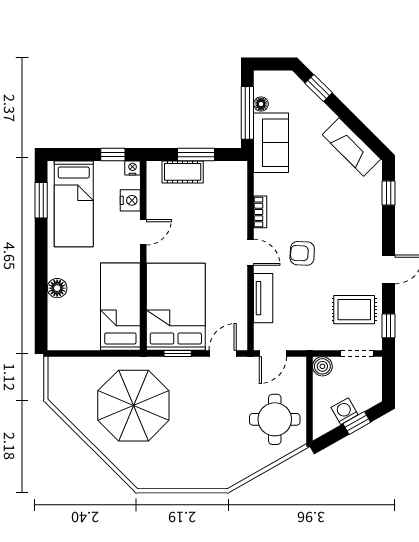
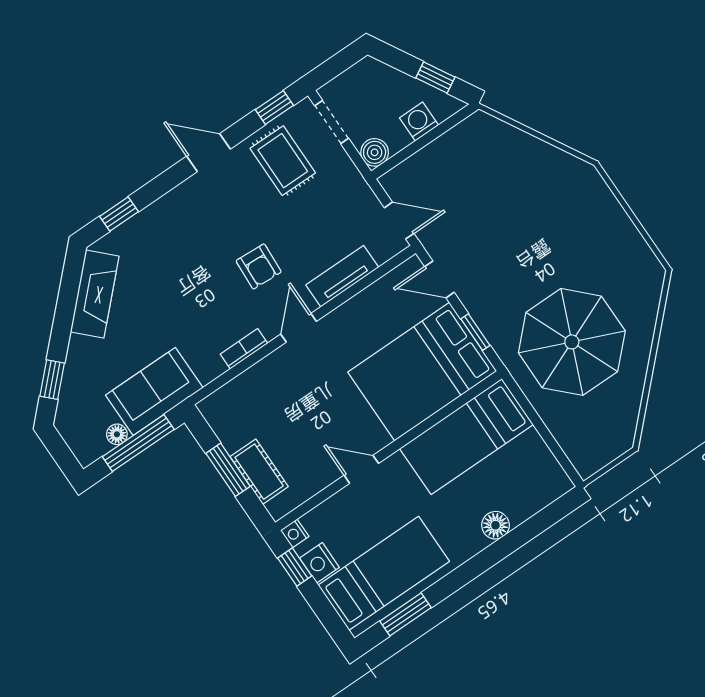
nightstand: (130, 200) -> (319, 563), moved, turned -90
washing machine: (345, 411) -> (419, 122), moved, turned 120
round table: (275, 419) -> (475, 166), removed
window: (357, 423) -> (435, 78), moved

